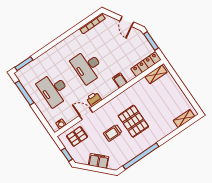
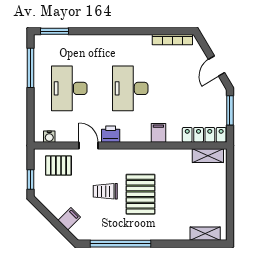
filing cabinet: (99, 161) -> (69, 219), width x0.50

